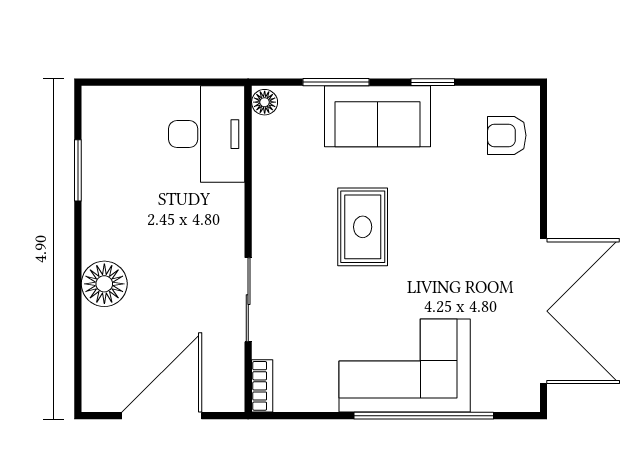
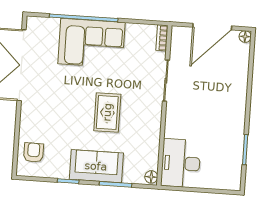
armchair: (507, 135) -> (34, 152), turned -90
floor lamp: (104, 284) -> (245, 37), moved, width x0.53, depth x0.53

